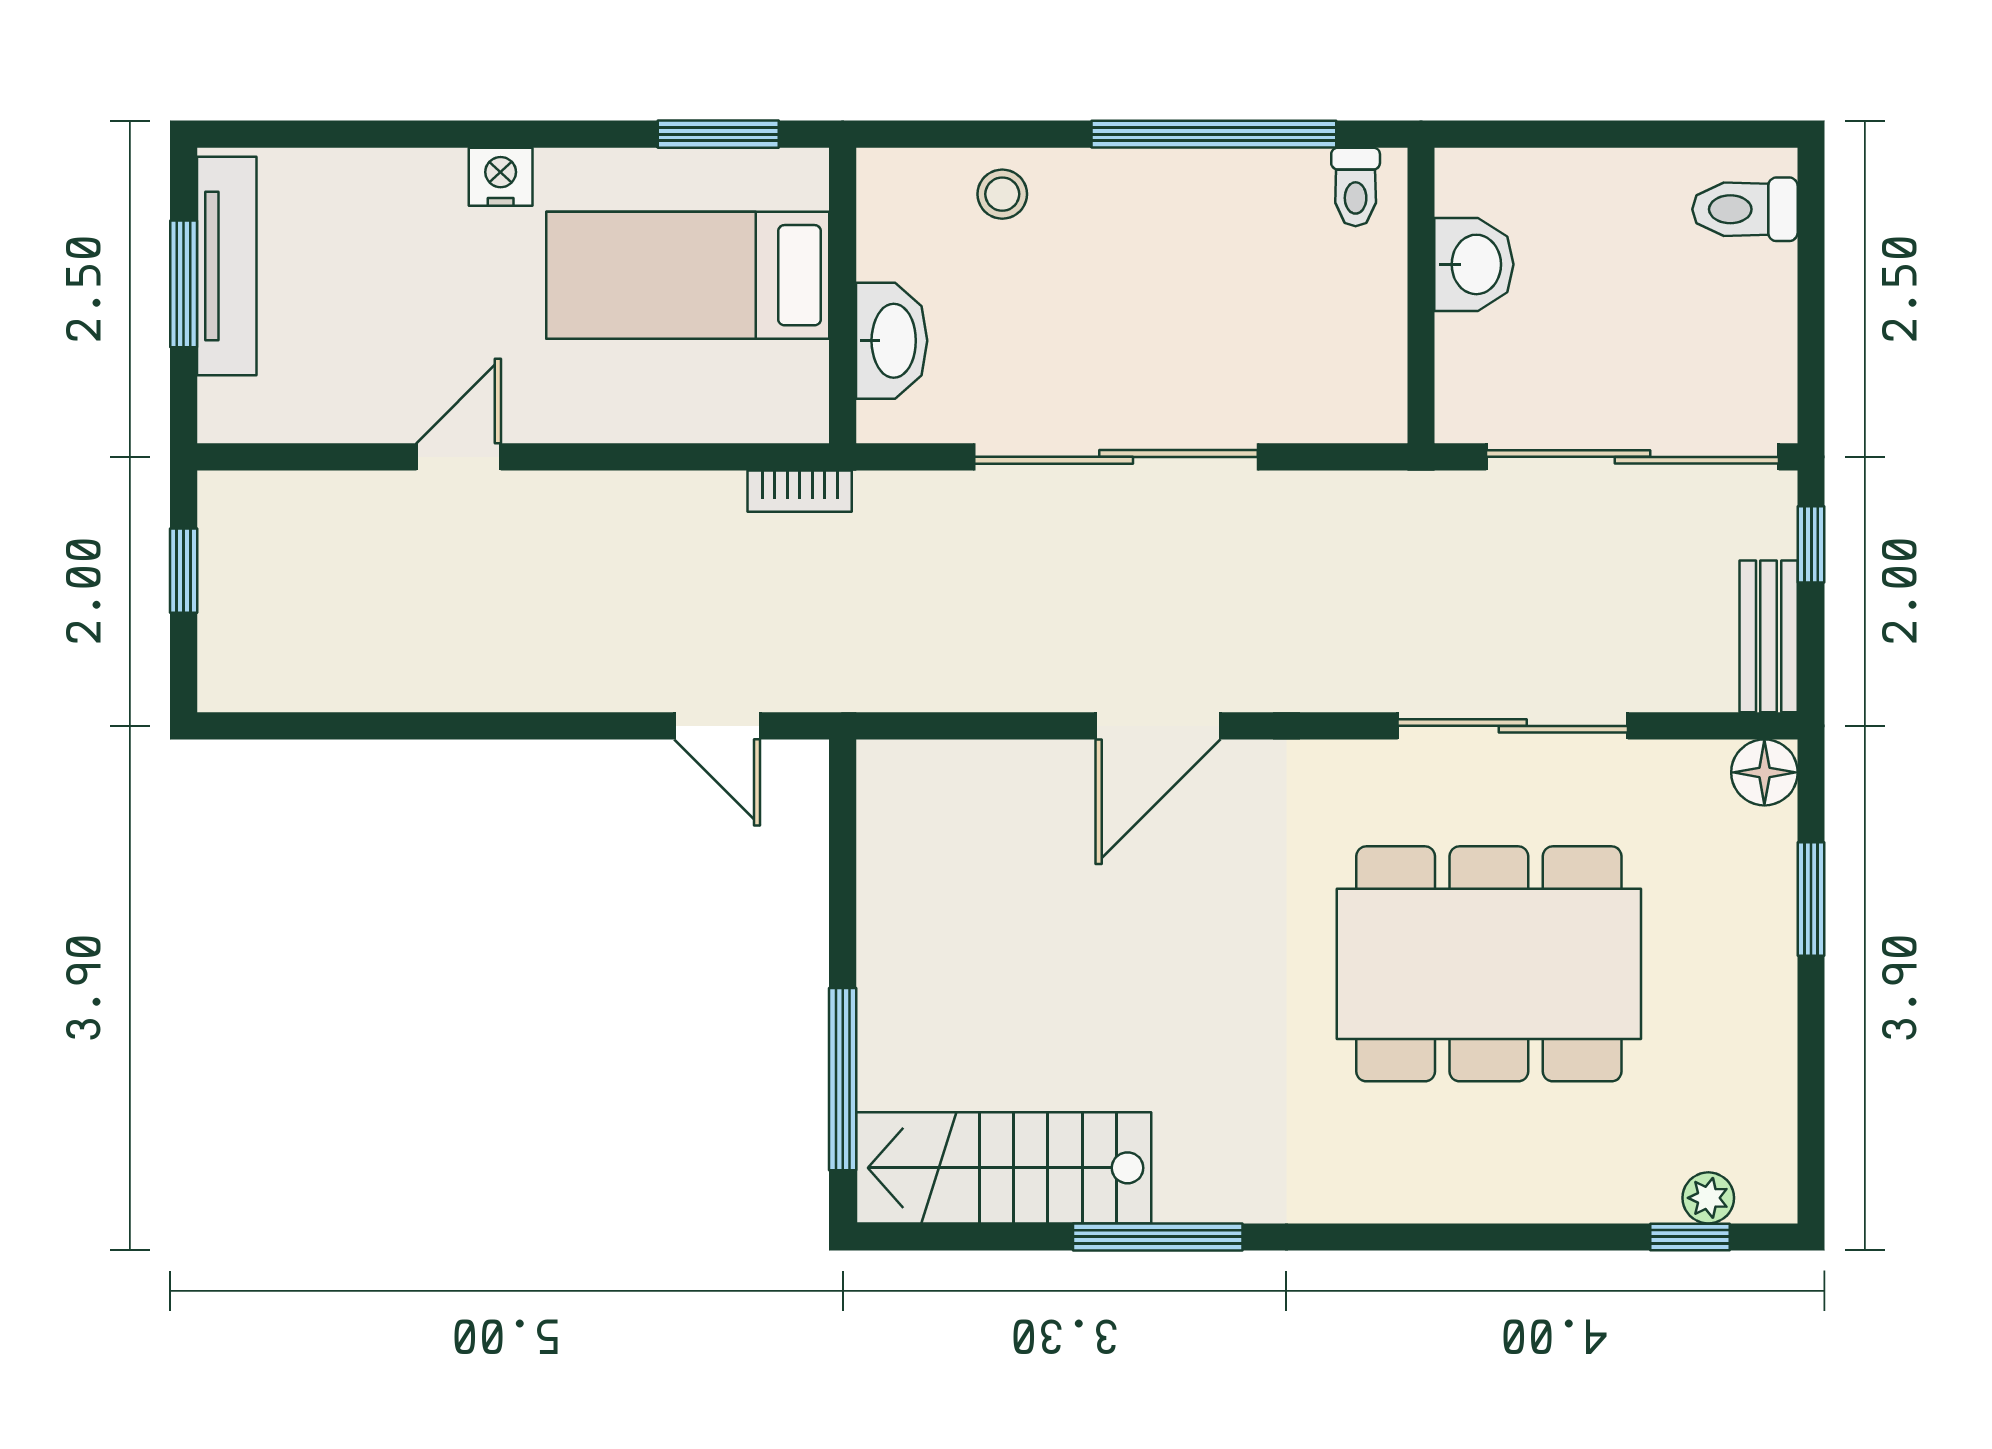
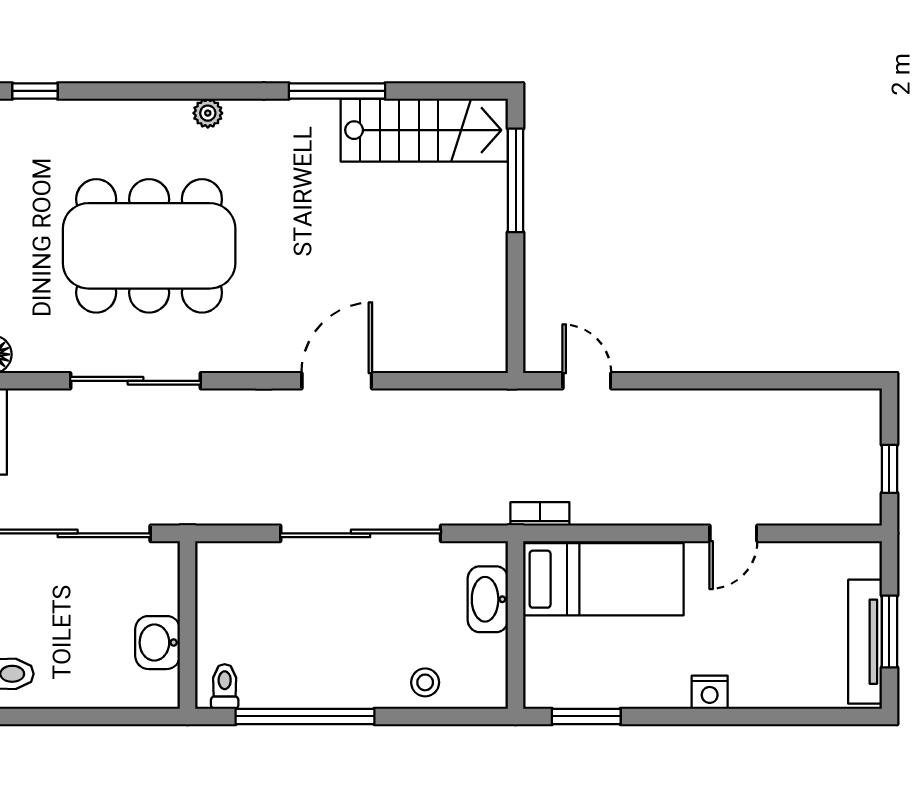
bed: (688, 275) -> (603, 579), moved
plant: (1708, 1198) -> (208, 113), moved

